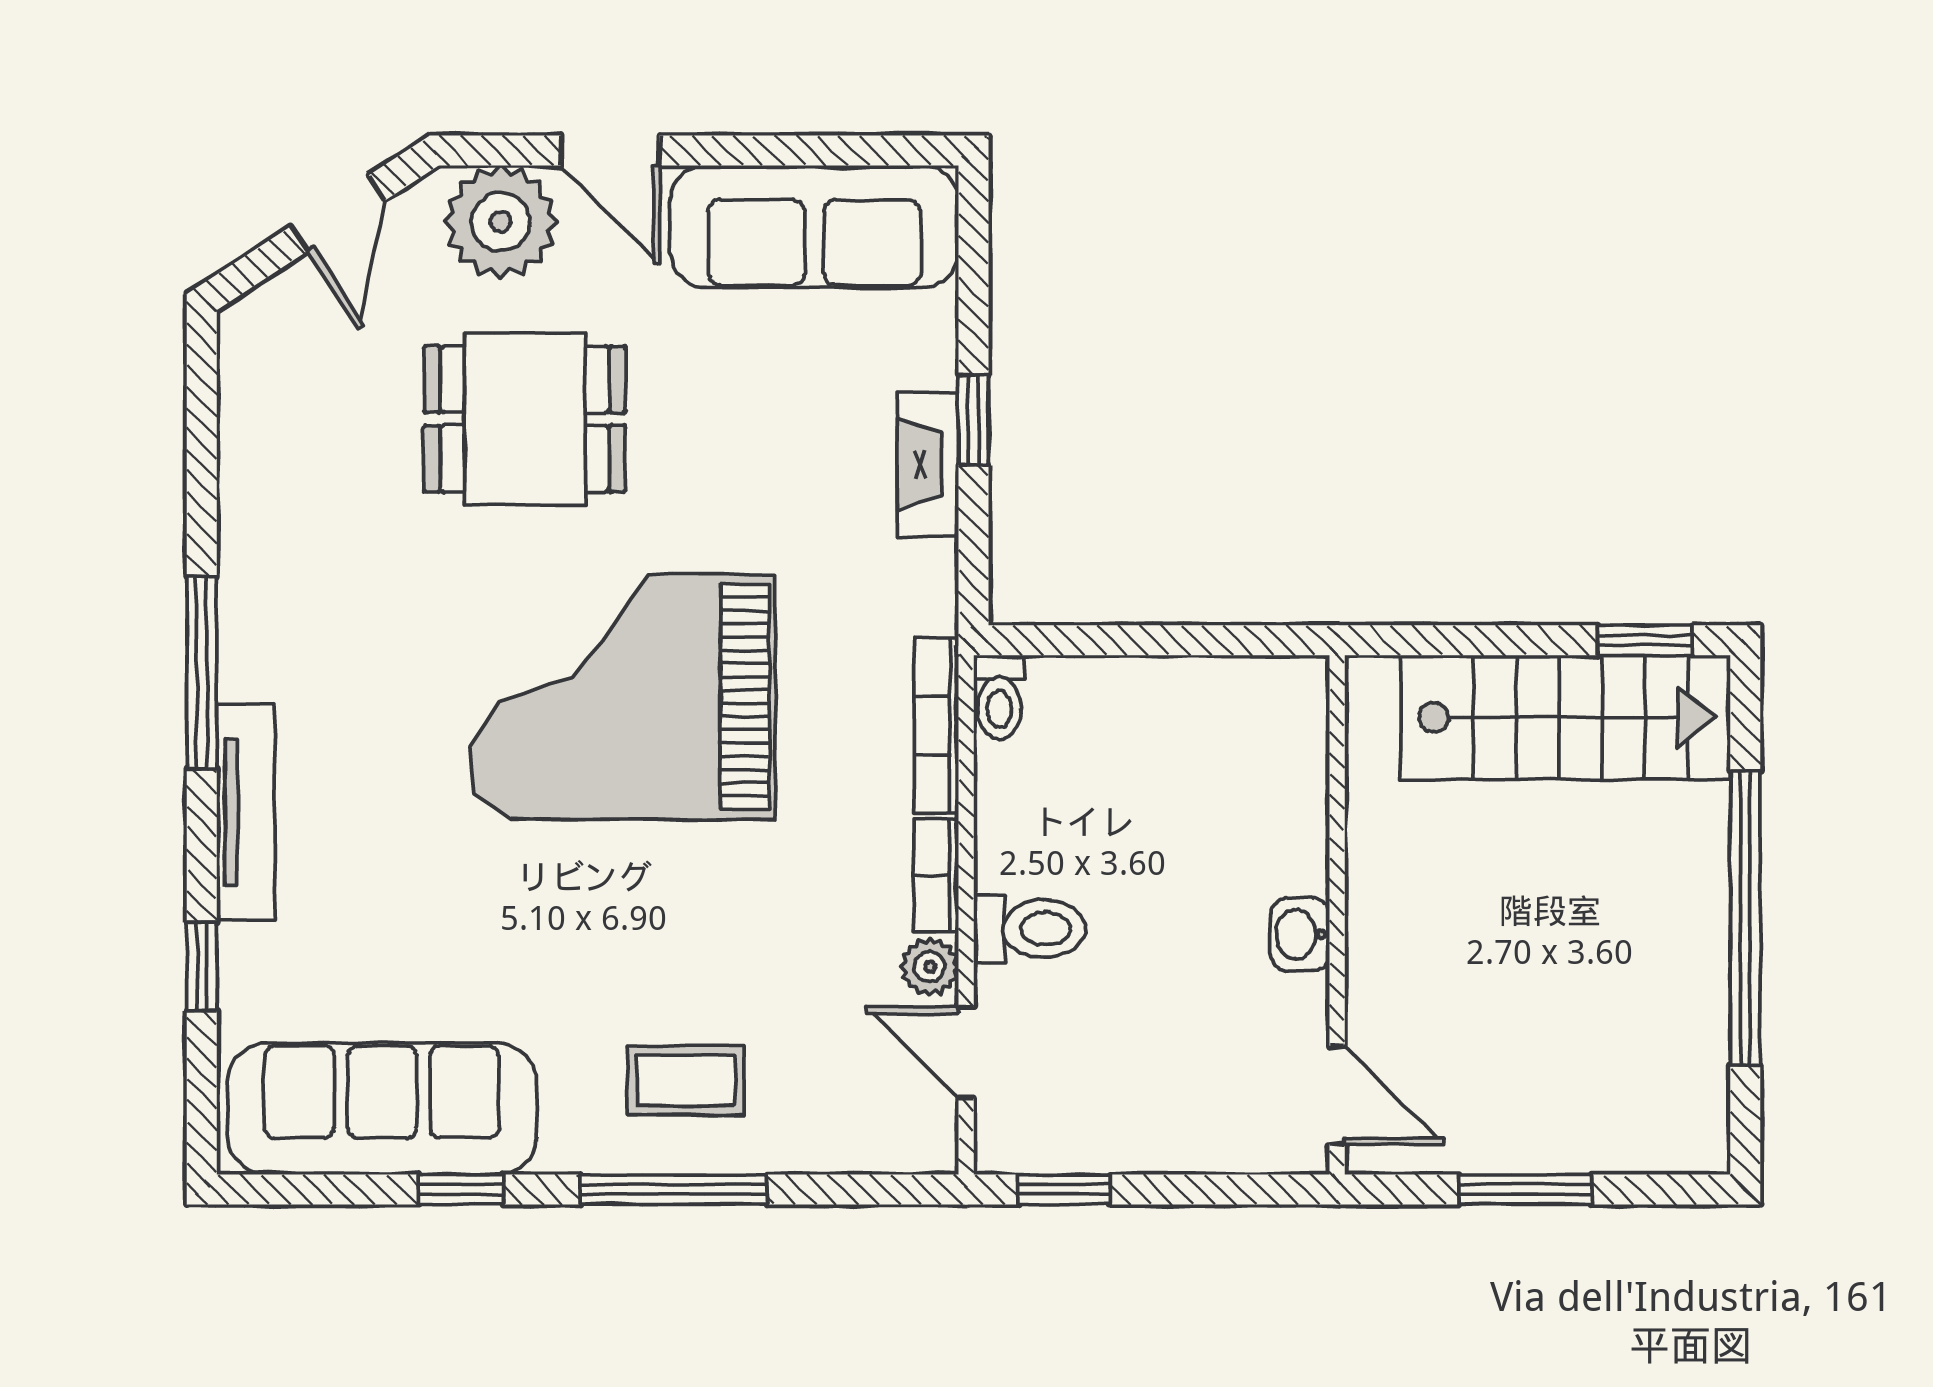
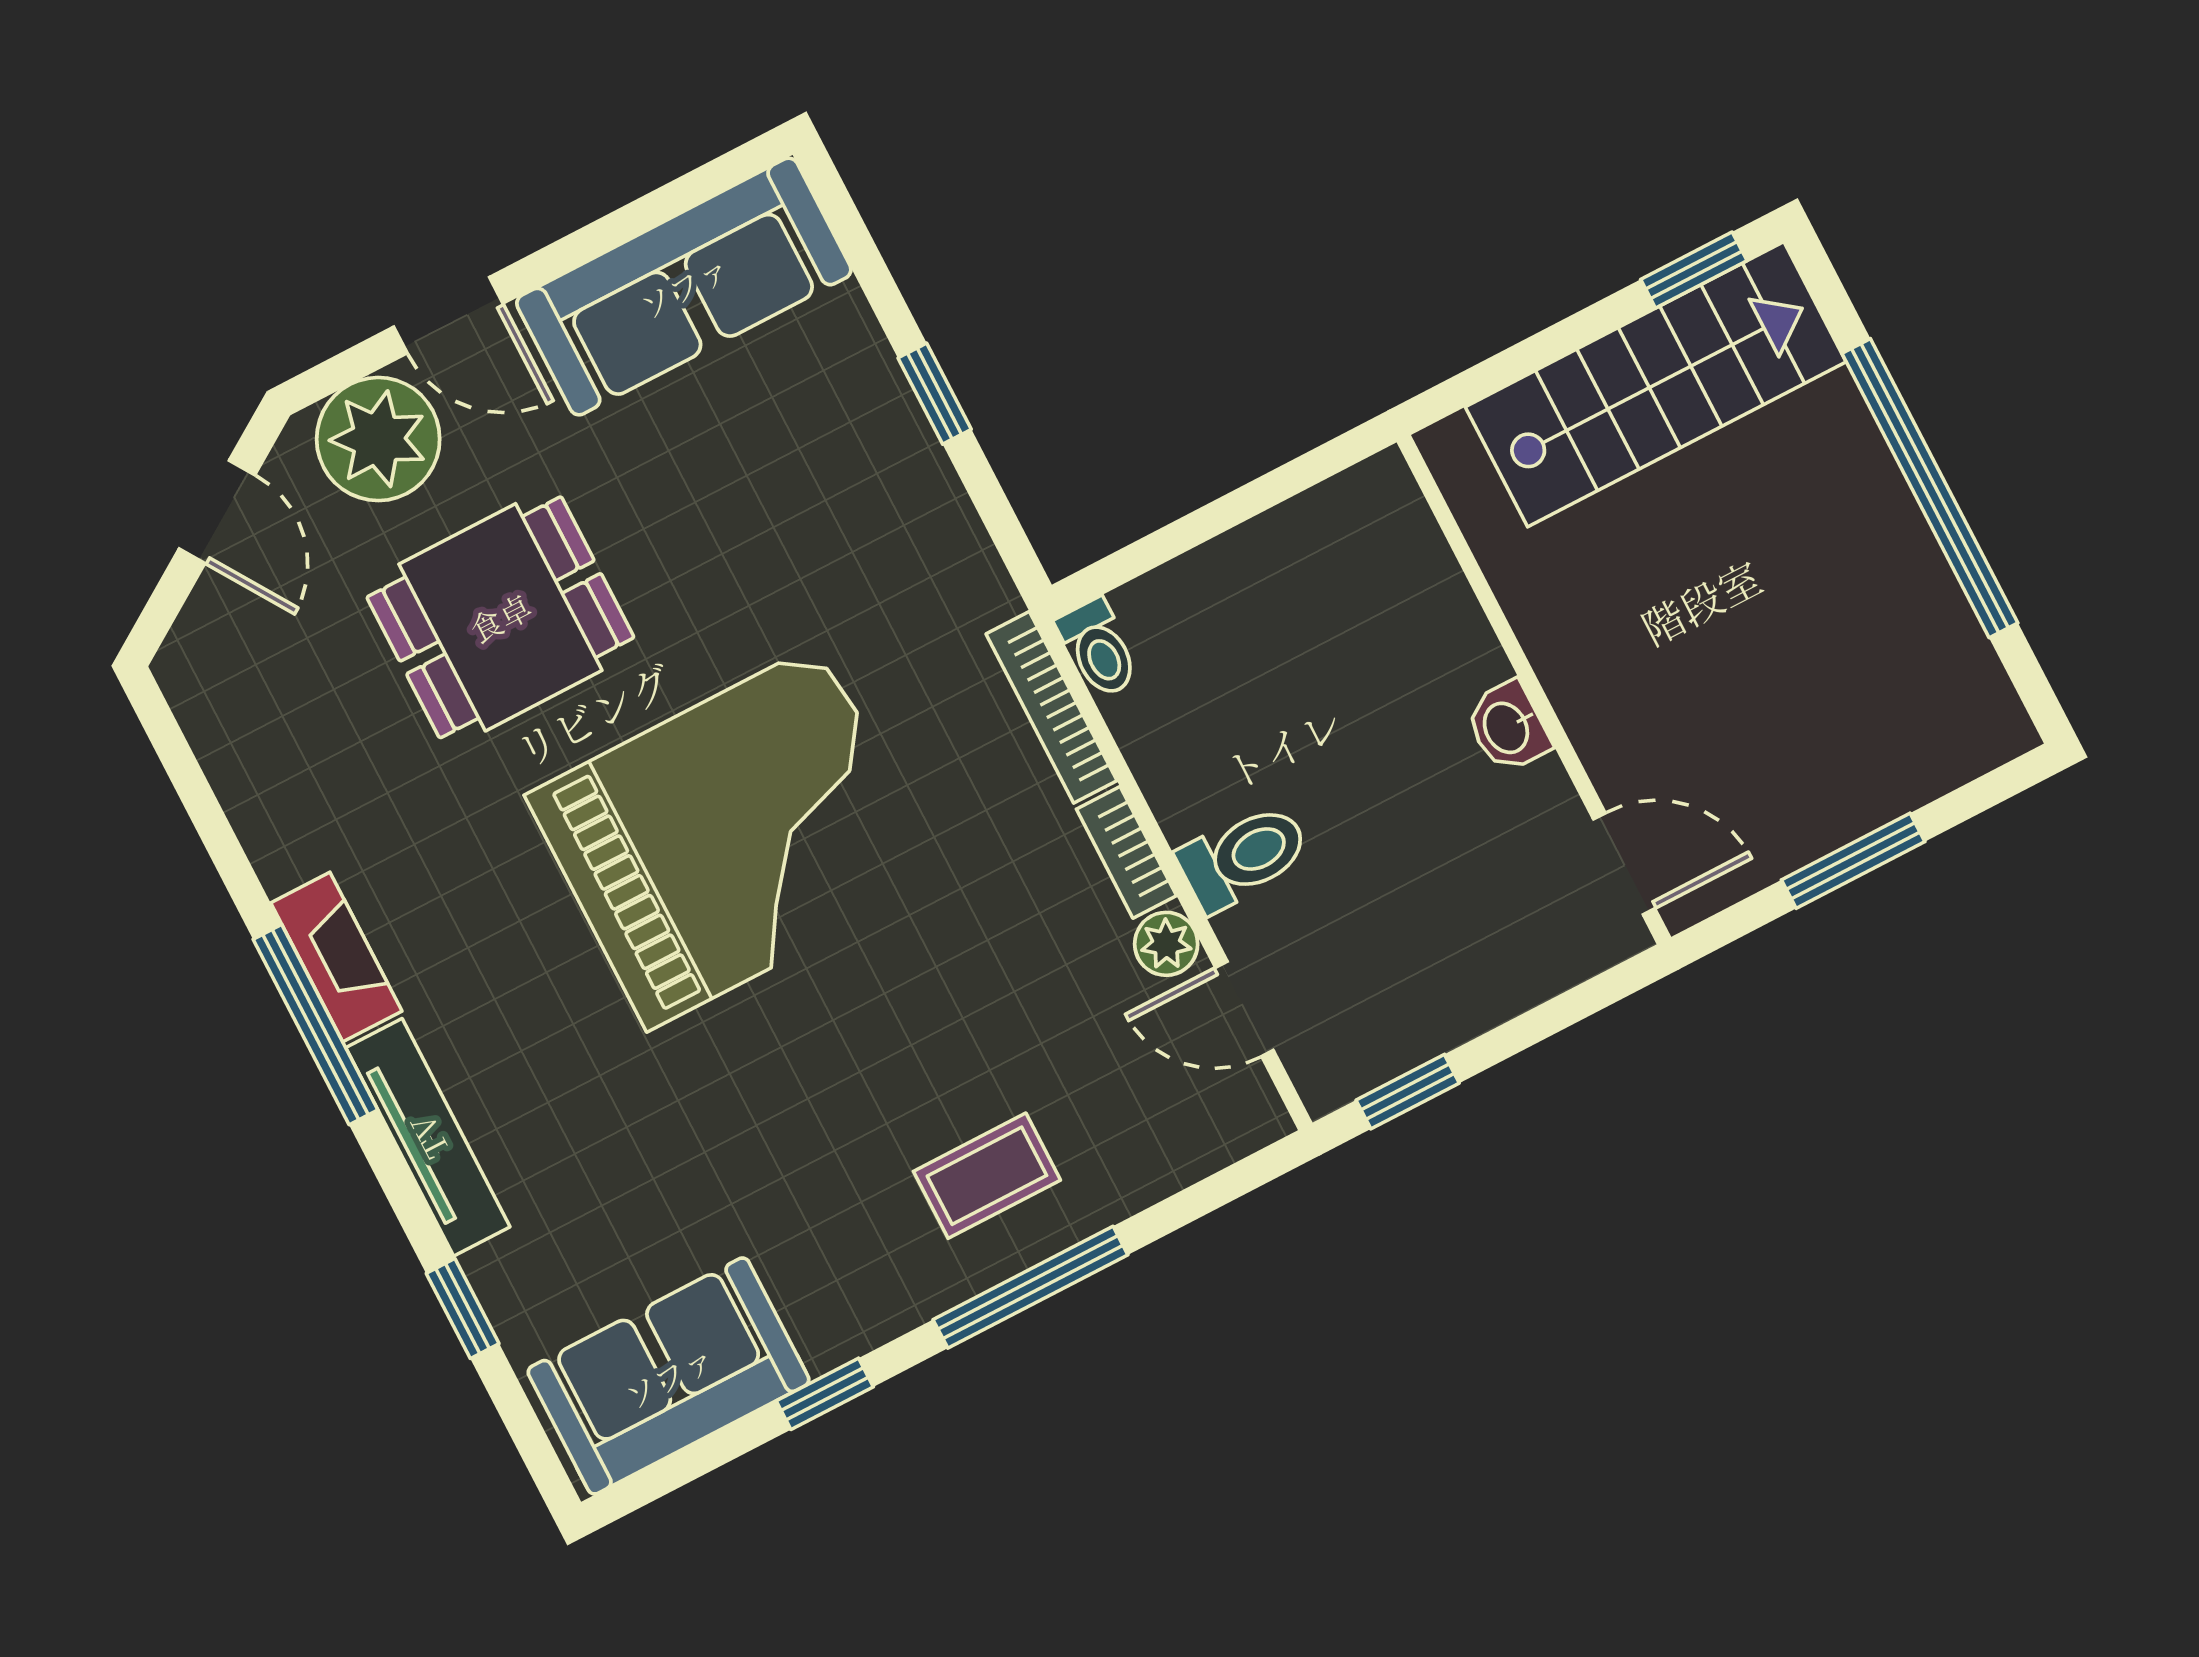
fireplace: (928, 464) -> (336, 957), moved, turned 180
grand piano: (622, 697) -> (733, 837), turned 180
sofa: (382, 1109) -> (669, 1376), width x0.73

